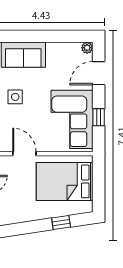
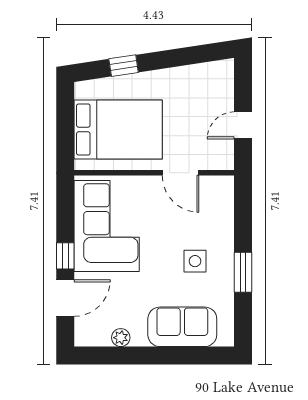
plant: (87, 48) -> (121, 338), moved
window: (99, 117) -> (65, 256), moved

